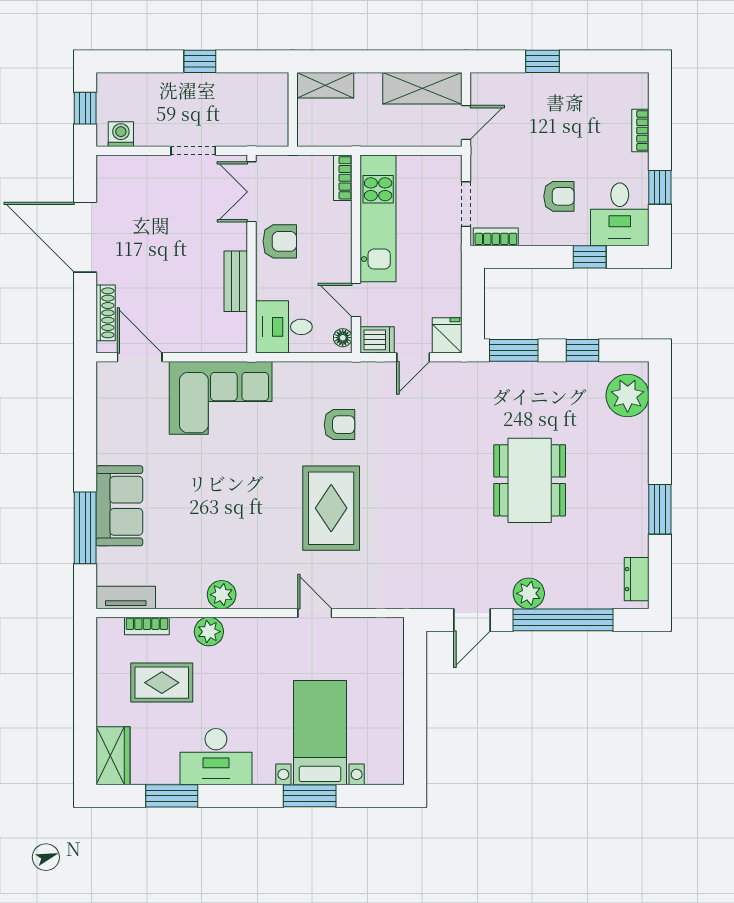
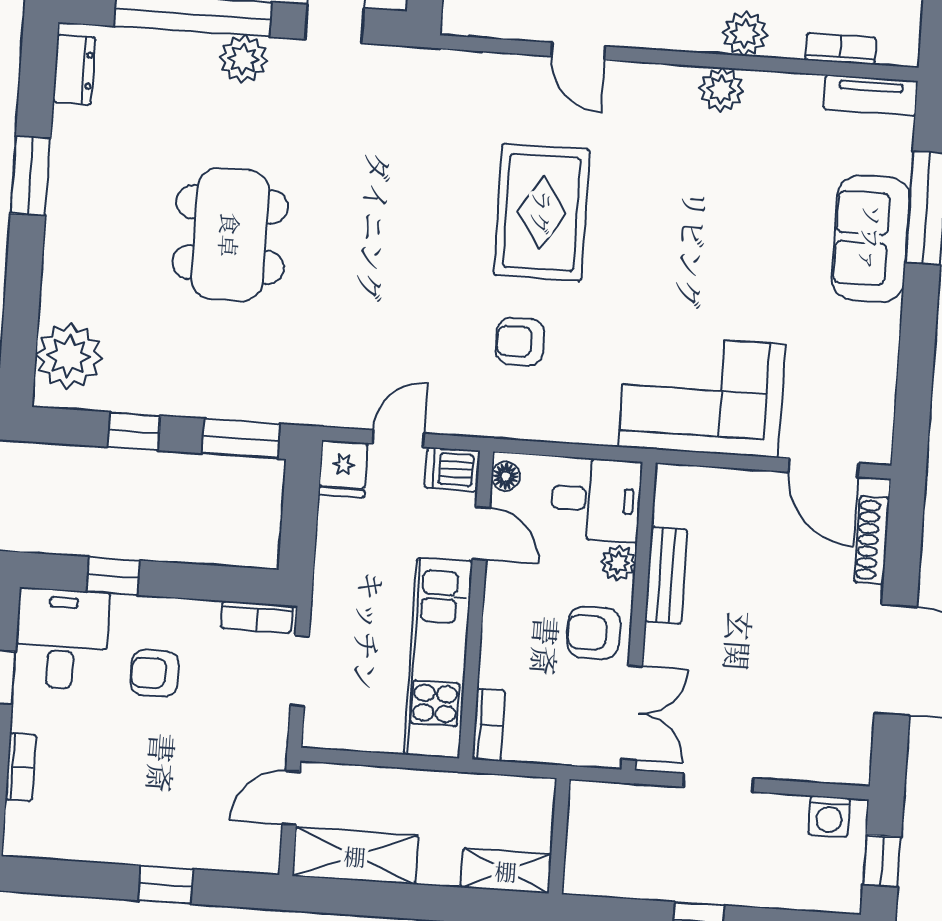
plant: (267, 287) -> (618, 563), added

